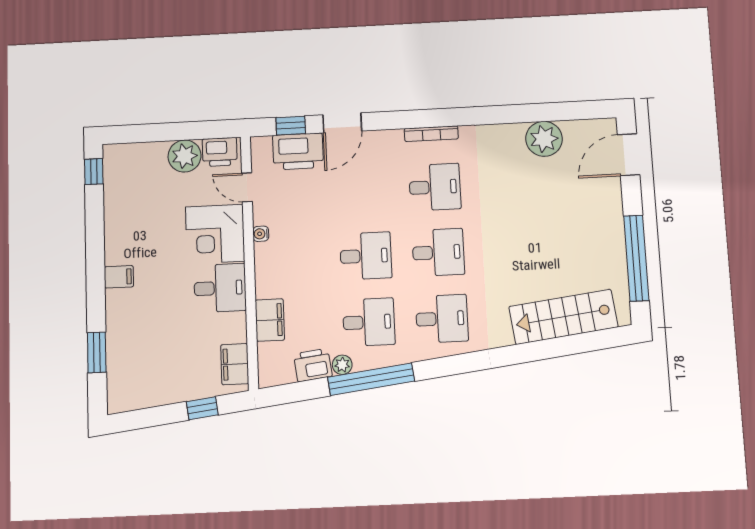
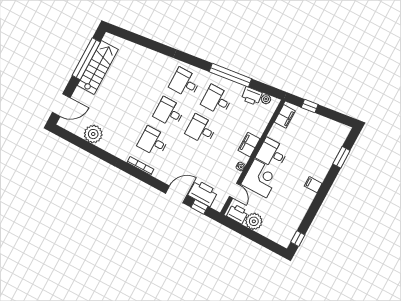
stairs: (563, 317) -> (98, 67), moved, turned -83
filing cabinet: (270, 320) -> (249, 145), moved
plant: (342, 365) -> (266, 99), moved

